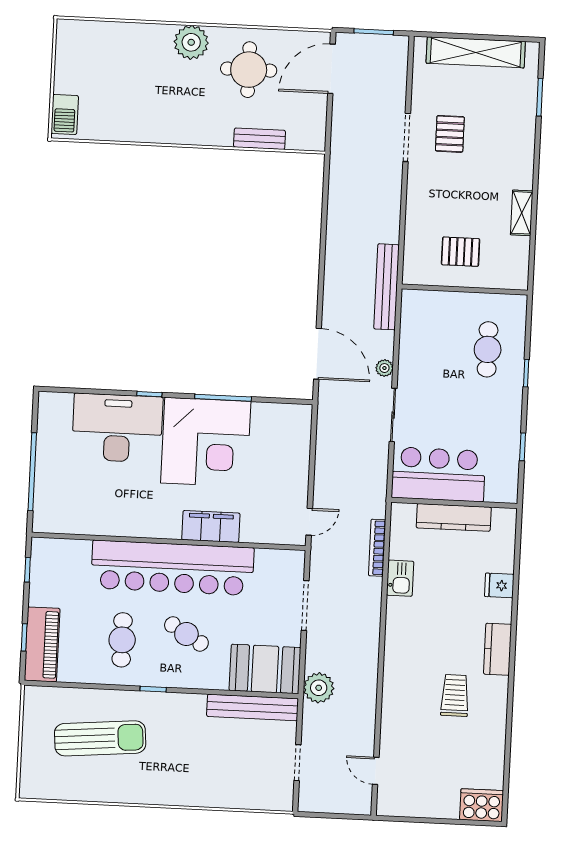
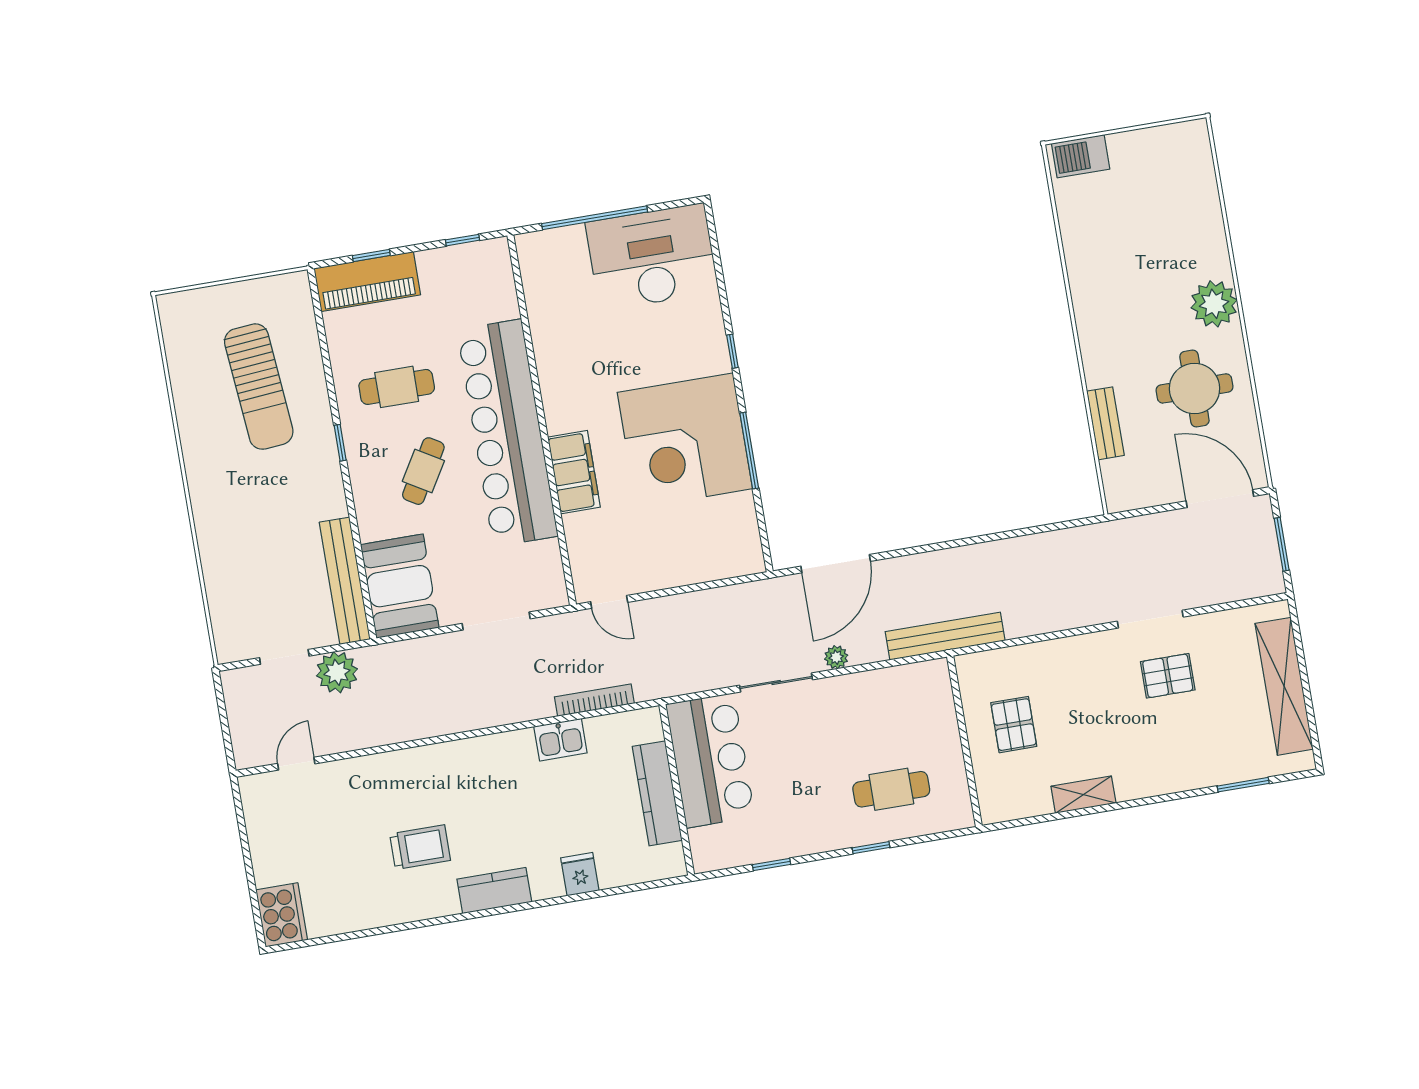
desk: (117, 428) -> (652, 257), moved, turned -90
plant: (319, 688) -> (337, 672), moved

